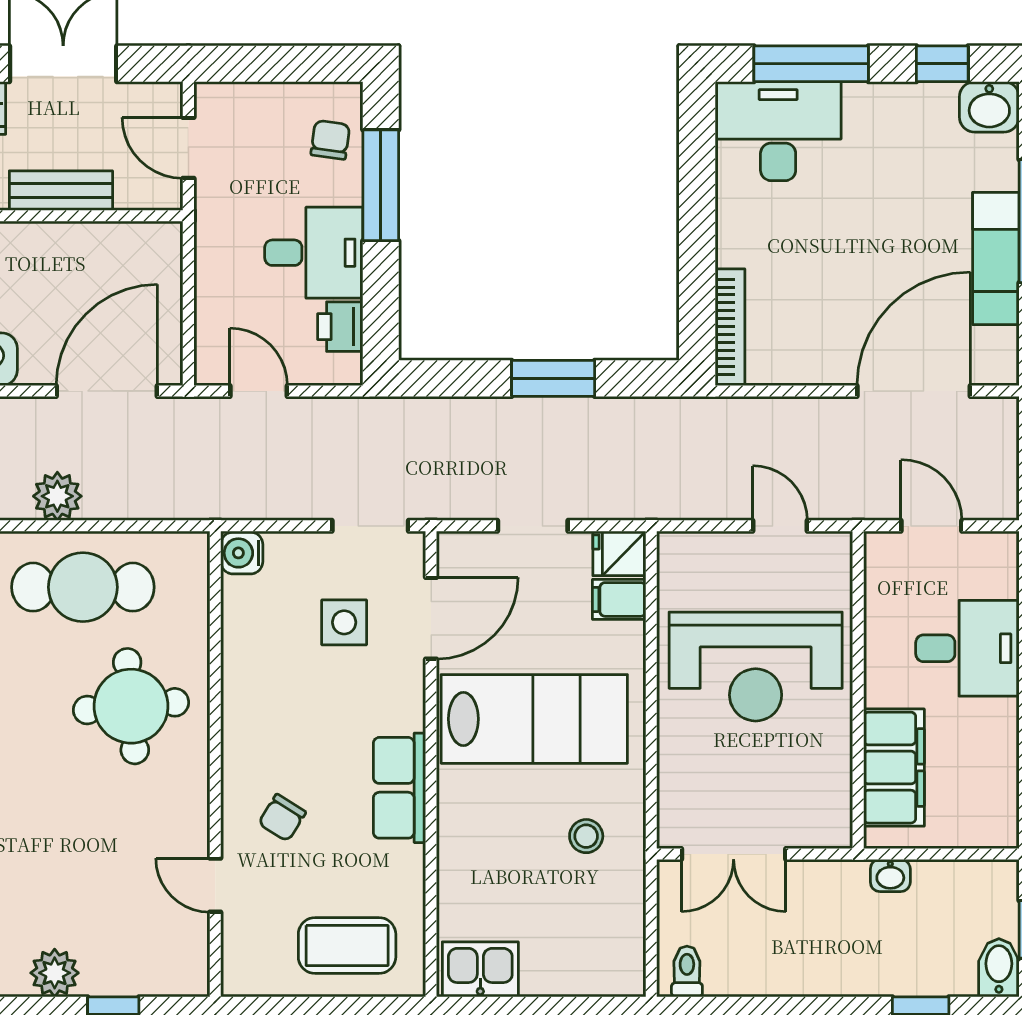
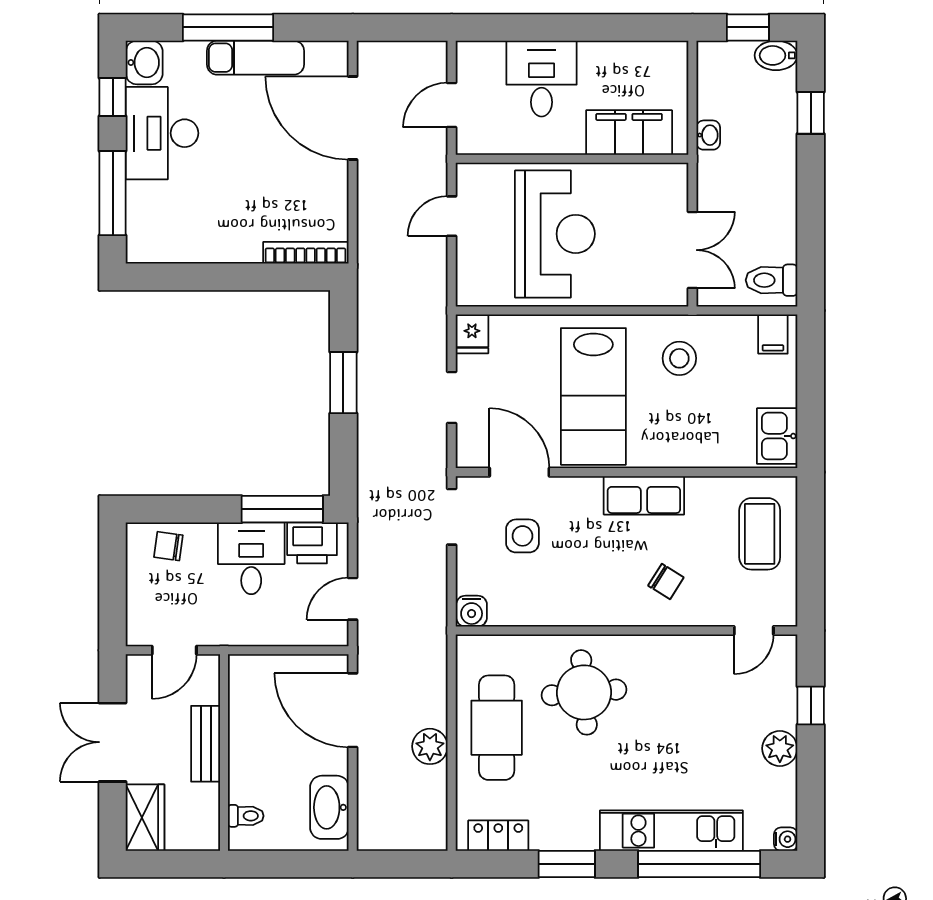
desk: (778, 131) -> (162, 133), moved
window: (381, 185) -> (282, 509), moved
printer: (340, 327) -> (312, 543), width x1.36, depth x1.24
filing cabinet: (619, 599) -> (773, 334), moved
lab bench: (534, 719) -> (593, 396), turned 180
stool: (586, 836) -> (679, 358), width x1.37, depth x1.37
door: (215, 885) -> (754, 630), moved
toilet: (687, 972) -> (772, 280), width x1.37, depth x1.39

